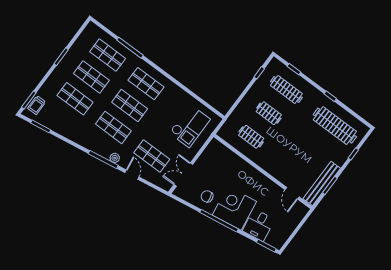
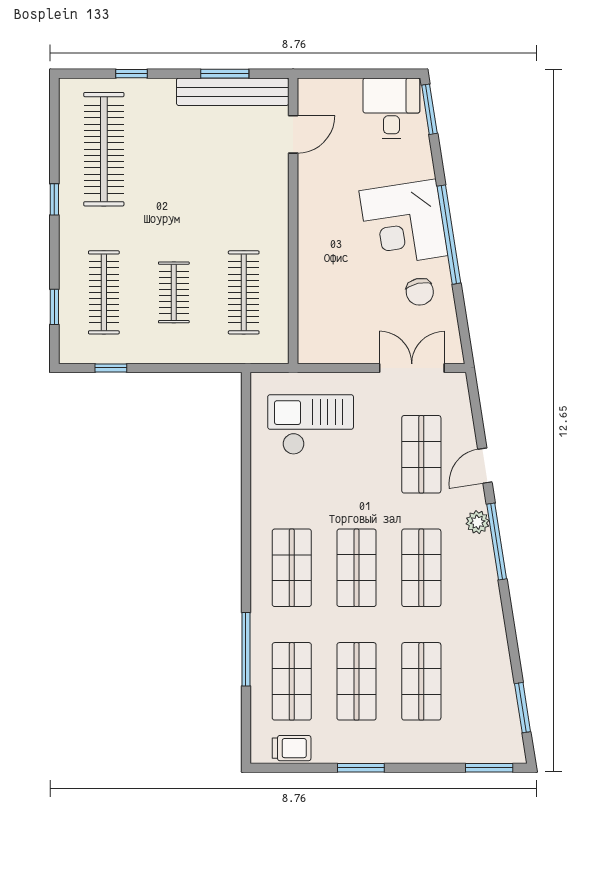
trolley: (37, 105) -> (292, 748), moved
clothes rail: (251, 137) -> (244, 292), width x1.36
double door: (183, 175) -> (412, 368), swing flipped
desk: (259, 225) -> (391, 108), moved, turned -81

